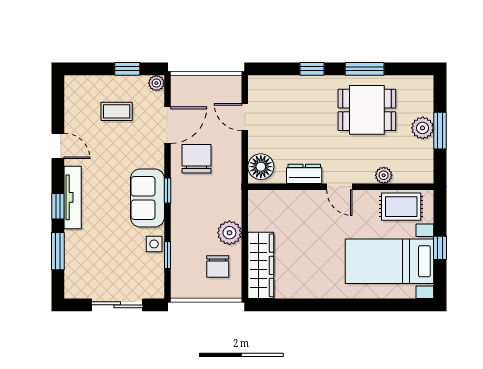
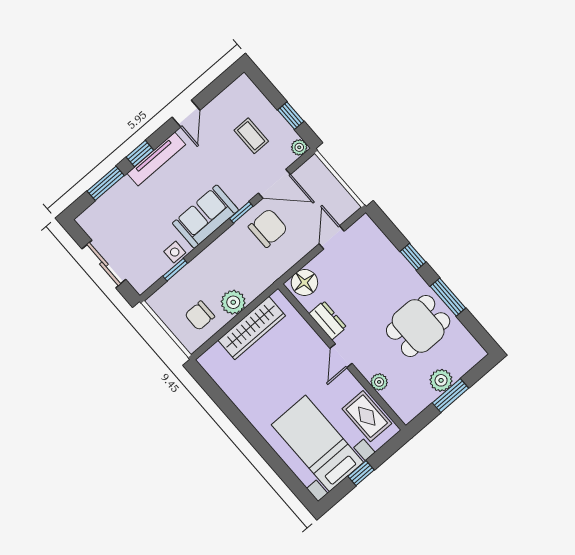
dining table: (367, 110) -> (418, 326), turned 90
window: (167, 191) -> (241, 212), moved
wardrobe: (261, 265) -> (252, 328), moved

